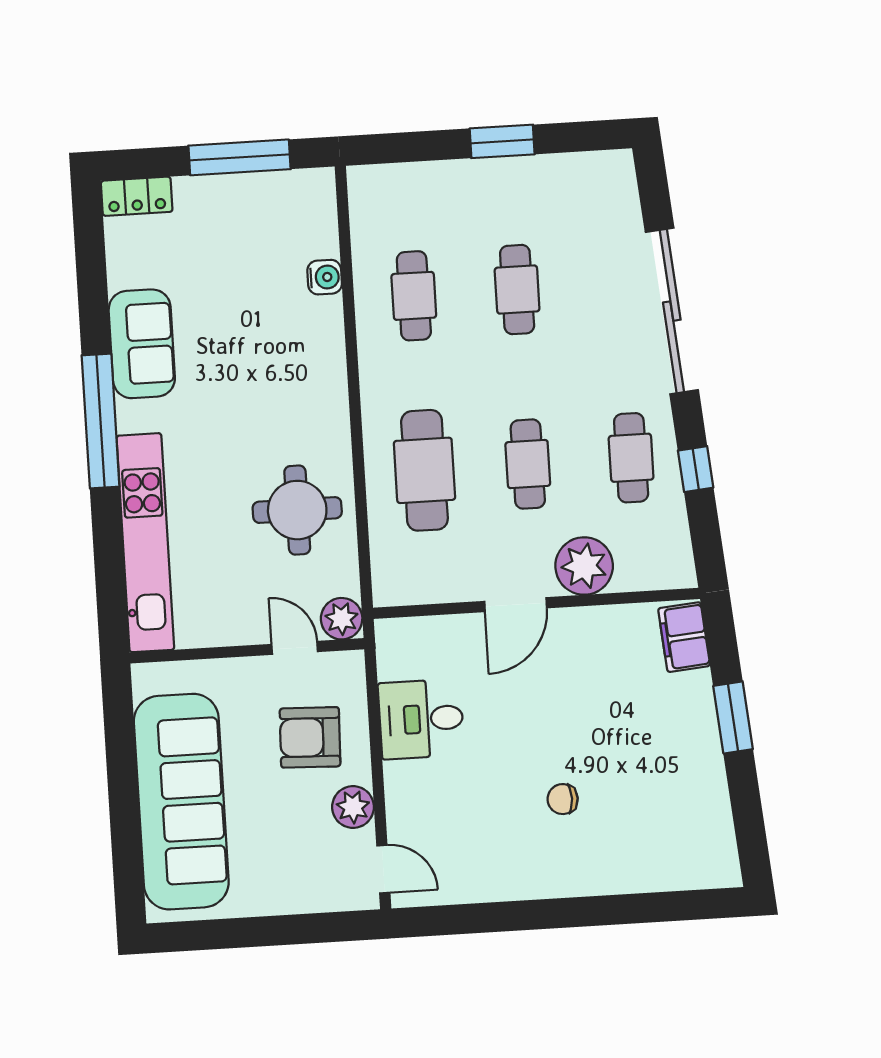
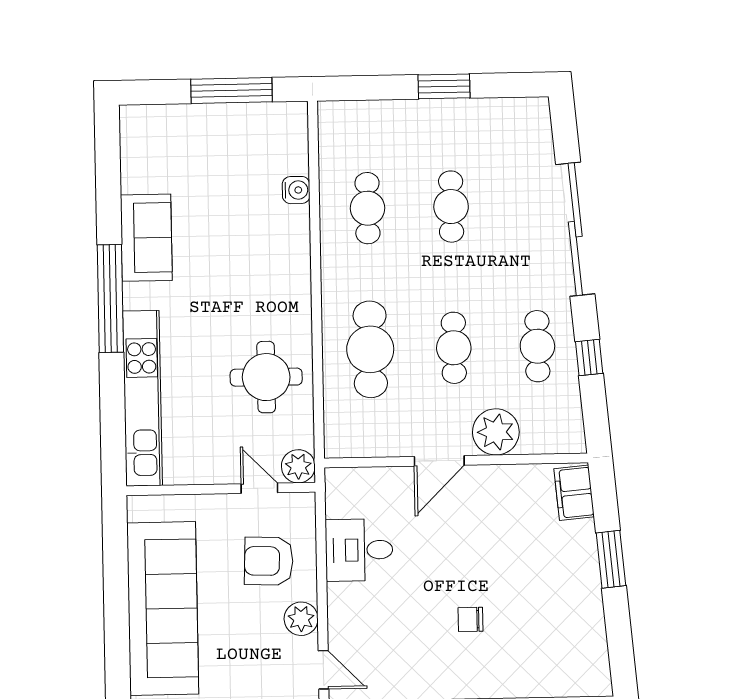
locker: (137, 196) -> (147, 118), removed

